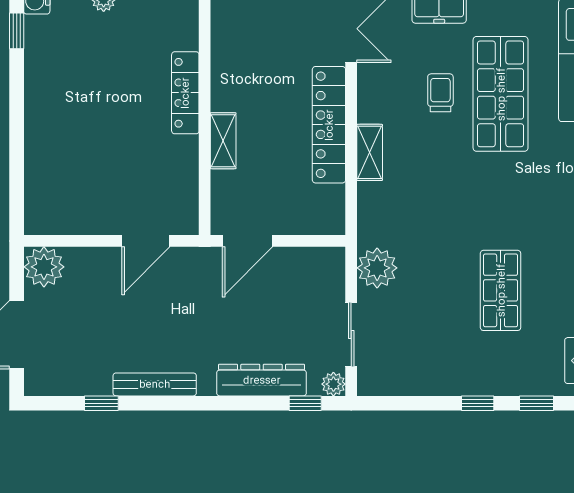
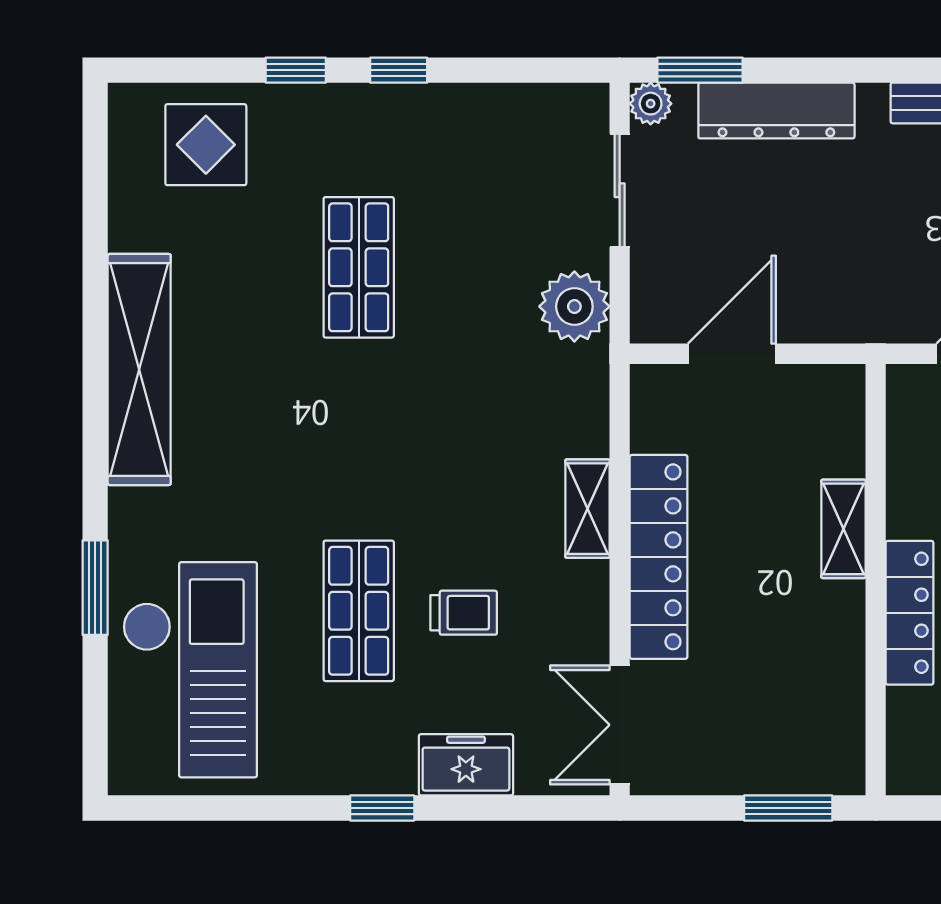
trolley: (440, 93) -> (464, 613), turned -90
shop shelf: (501, 94) -> (359, 611), width x0.70, depth x0.74
door: (248, 241) -> (732, 354), moved
window: (305, 403) -> (700, 70), width x1.50

